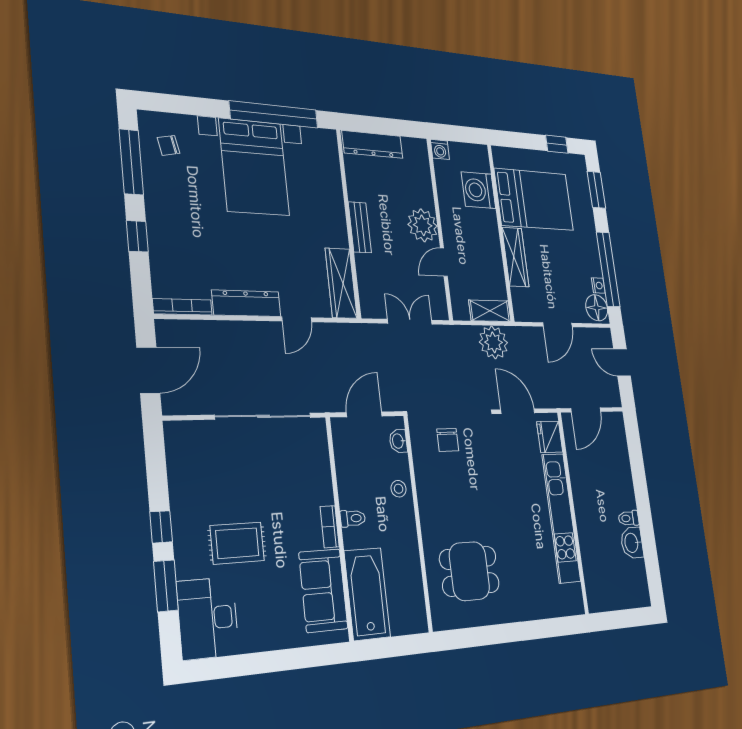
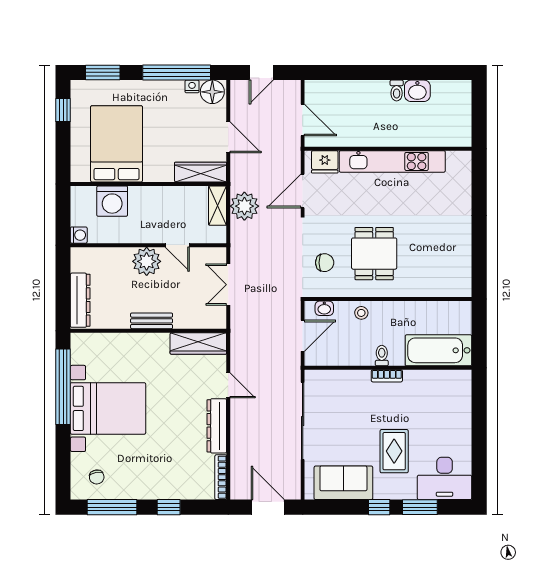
wardrobe: (515, 257) -> (201, 172), moved
door: (364, 414) -> (303, 336), swing flipped
dining table: (469, 571) -> (374, 254), moved
sofa: (323, 590) -> (343, 483), moved, turned 180

